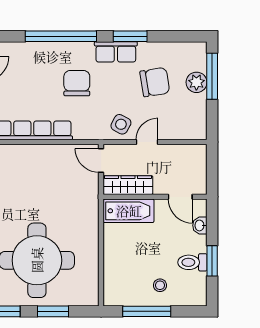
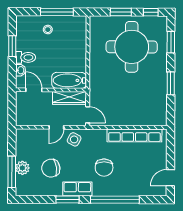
toilet: (192, 262) -> (26, 57), moved

